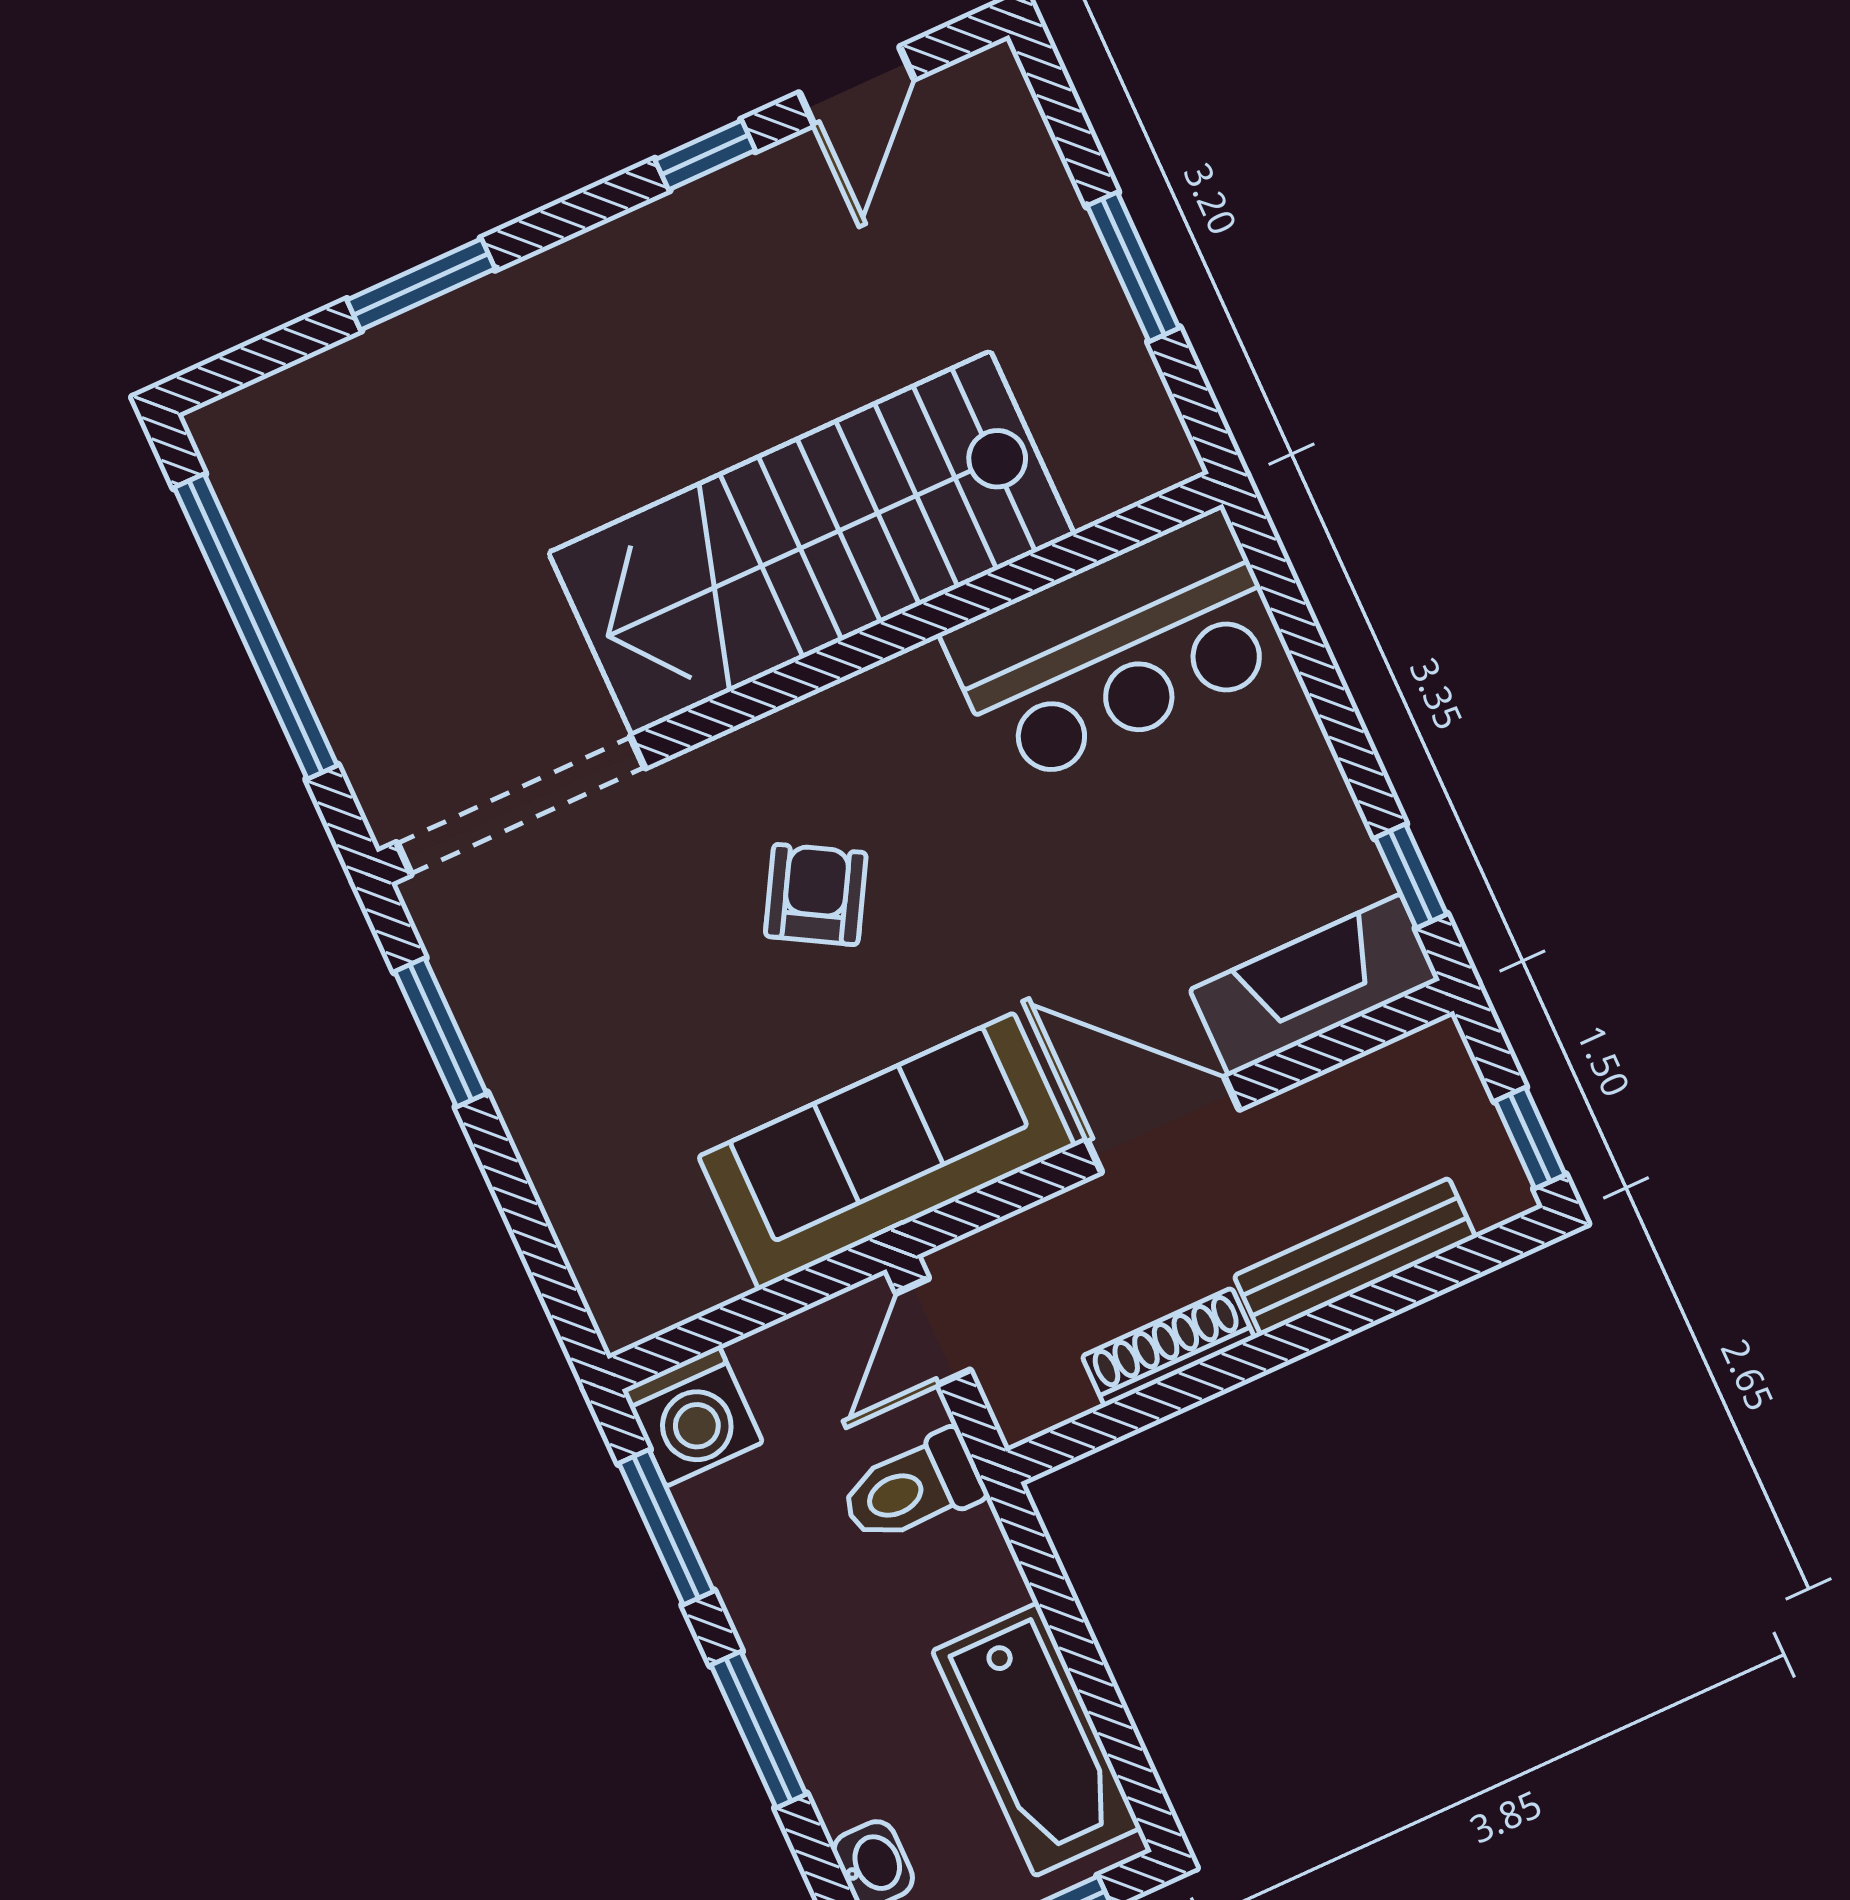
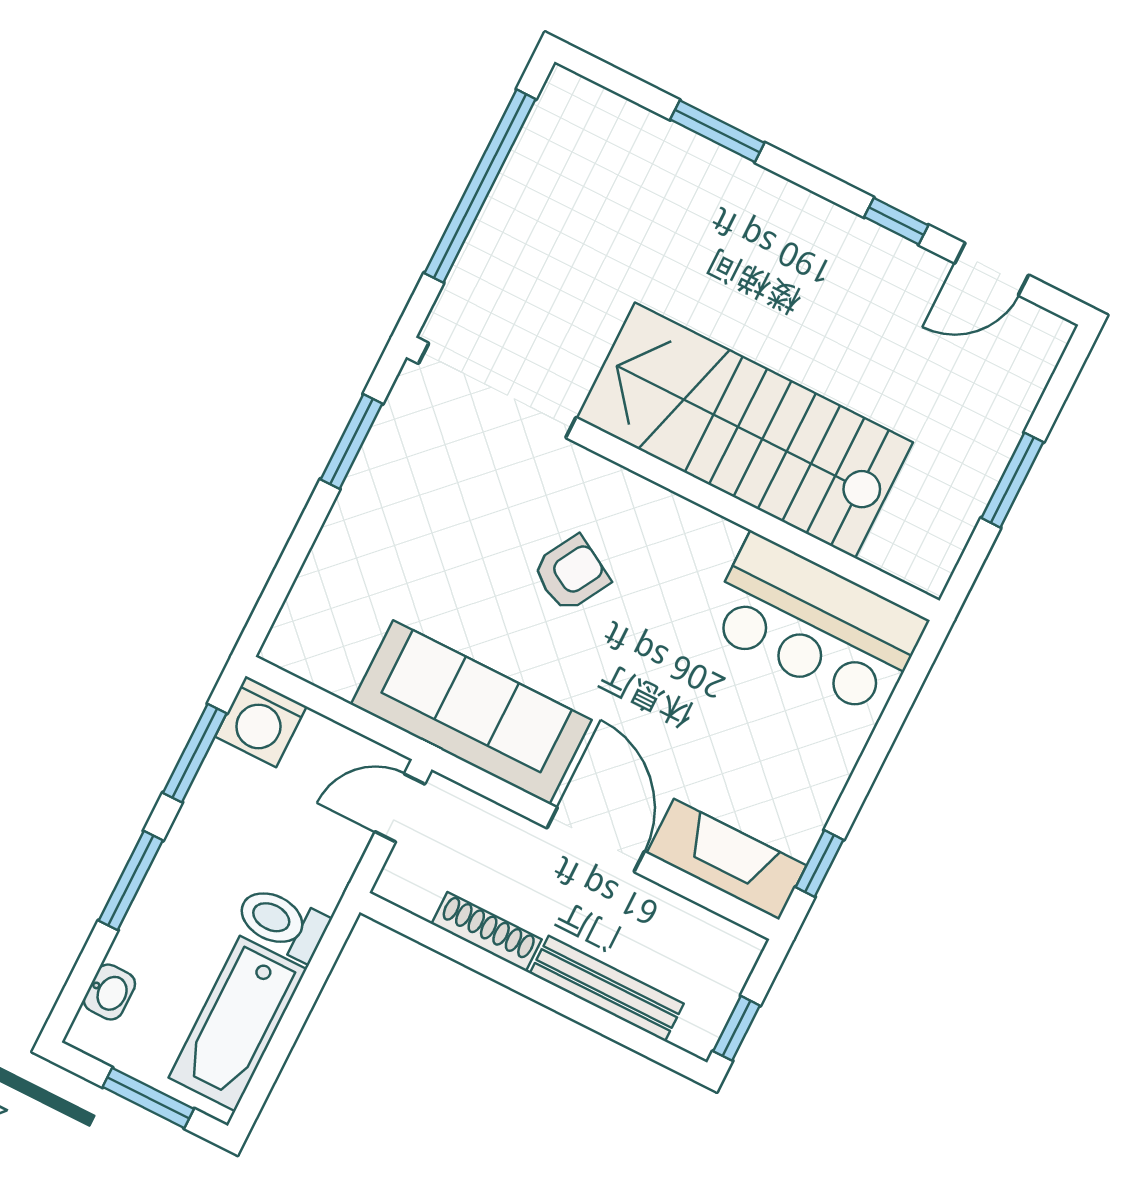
toilet: (912, 1488) -> (282, 923), moved

